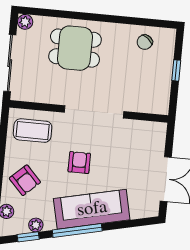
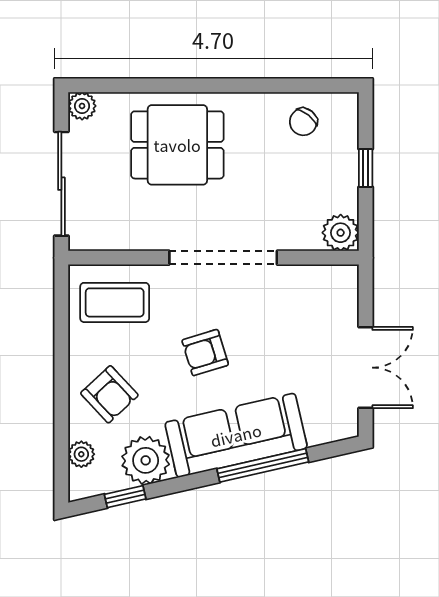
plant: (159, 104) -> (341, 233), added
armchair: (79, 163) -> (205, 353), turned -107
plant: (36, 225) -> (146, 460), width x1.88, depth x1.88
window: (77, 230) -> (263, 465), moved

